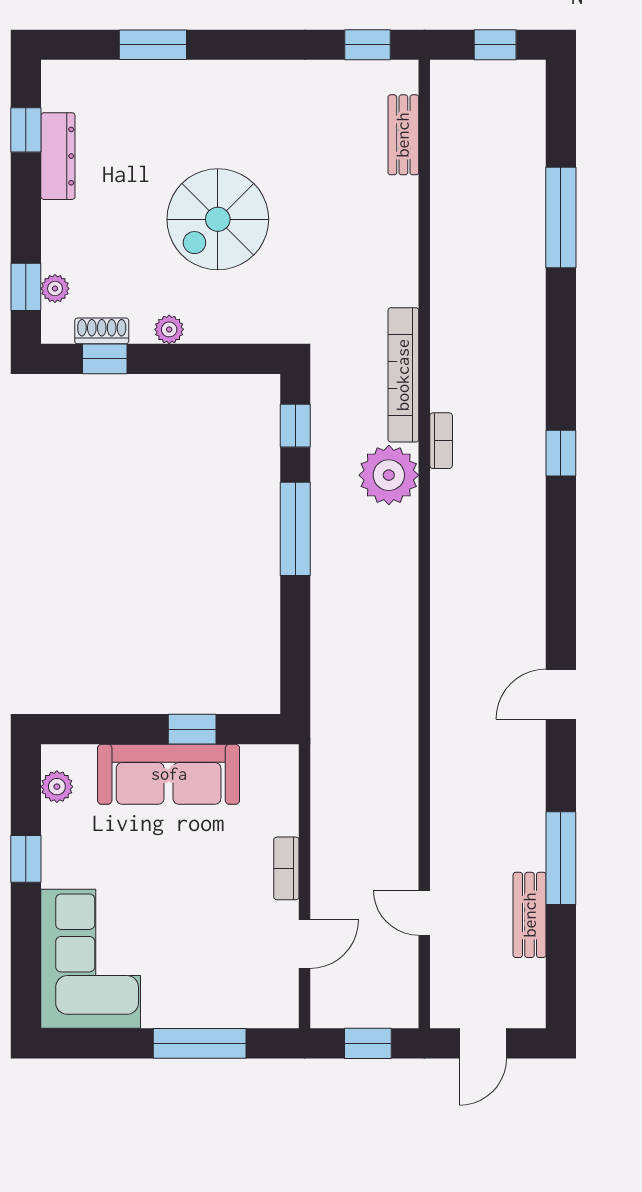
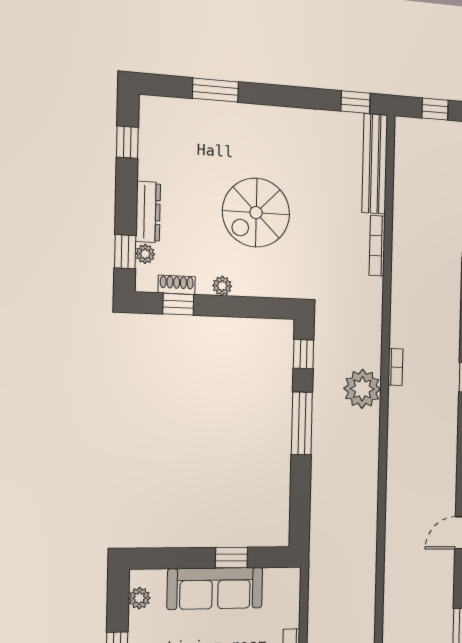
bench: (403, 135) -> (375, 164), width x1.86, depth x1.21
dresser: (58, 156) -> (148, 212), moved
bookcase: (403, 375) -> (377, 246), moved, width x0.68, depth x0.76

